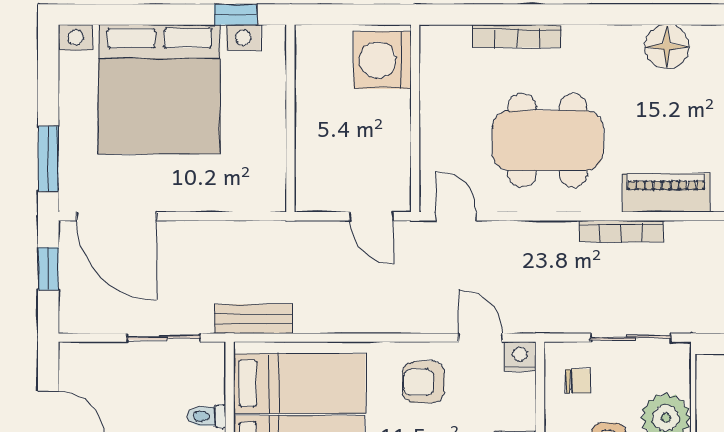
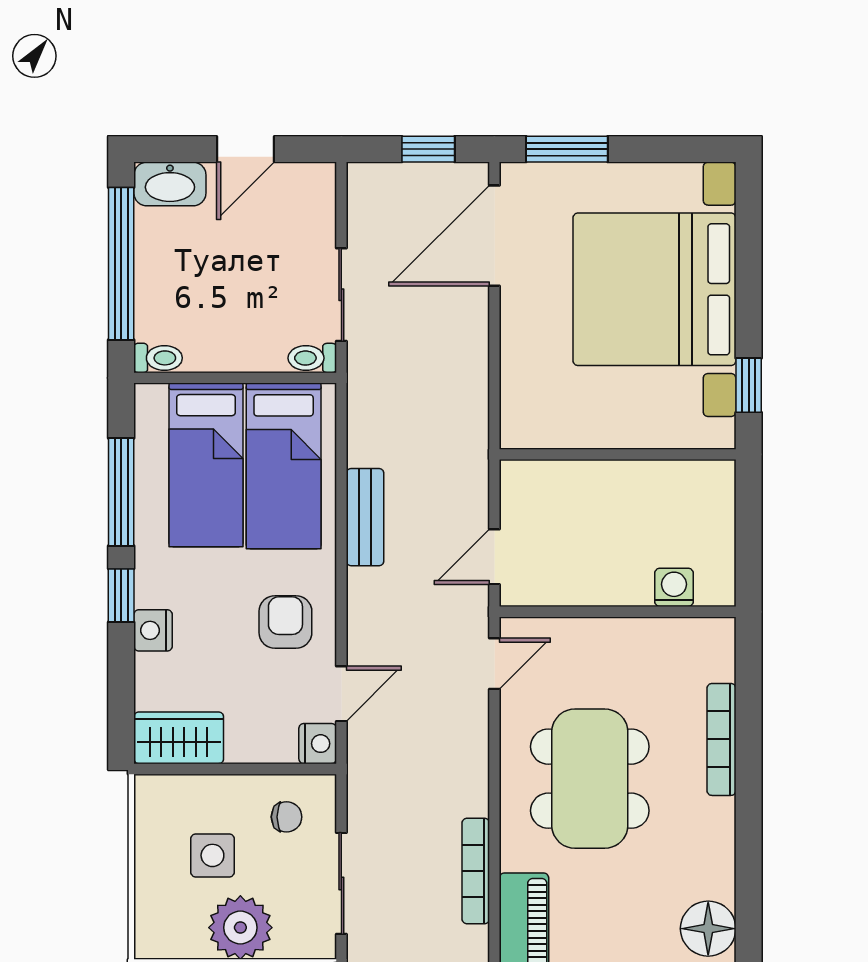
washing machine: (382, 60) -> (674, 587), width x0.53, depth x0.53
bench: (253, 319) -> (365, 517), moved
chair: (578, 381) -> (287, 817), turned -90
toilet: (207, 416) -> (312, 358), moved, turned -90

